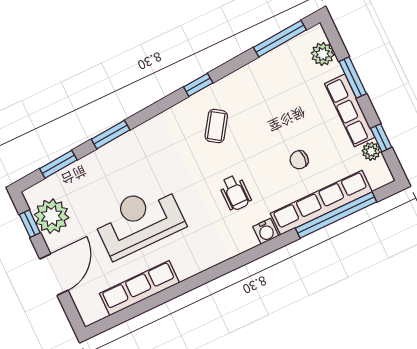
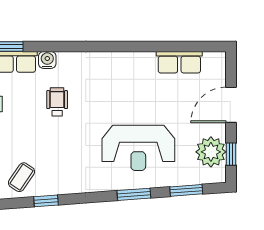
coffee table: (216, 126) -> (22, 177), moved
reception desk: (139, 221) -> (138, 148), moved
row of seats: (139, 288) -> (179, 62), width x0.68

